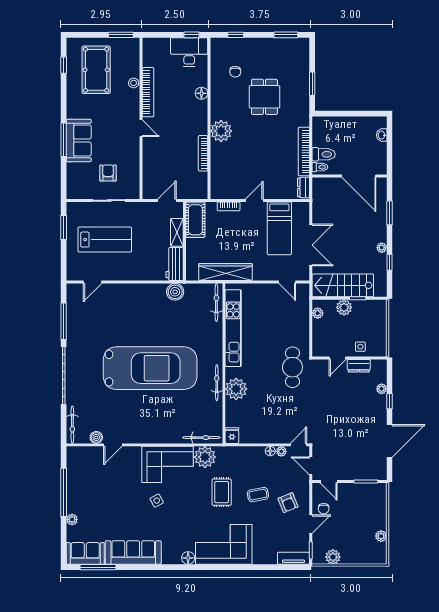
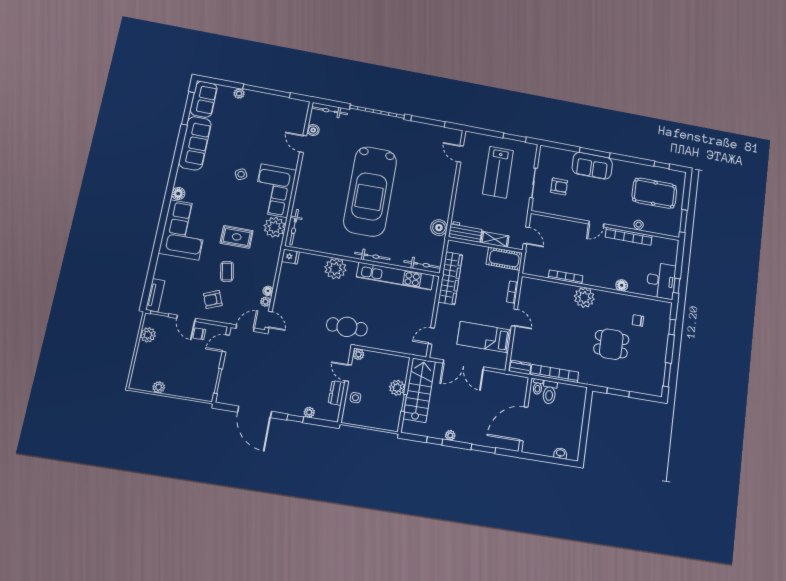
plant: (318, 313) -> (358, 354), moved
bicycle: (217, 383) -> (372, 256), moved

